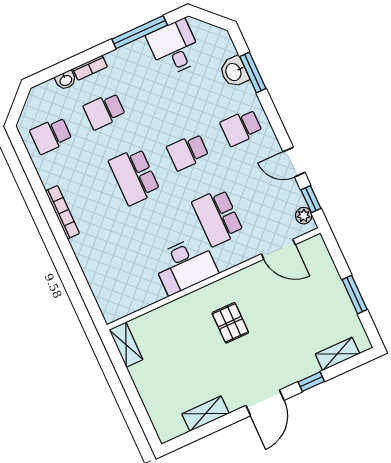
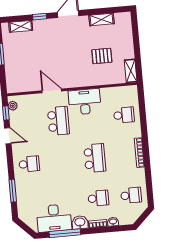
desk: (174, 48) -> (54, 218), width x1.37
washbasin: (234, 72) -> (80, 222), moved, turned -90
school desk: (188, 152) -> (124, 115), moved
door: (278, 249) -> (52, 91), moved
pallet: (230, 323) -> (102, 56), moved, turned 90

